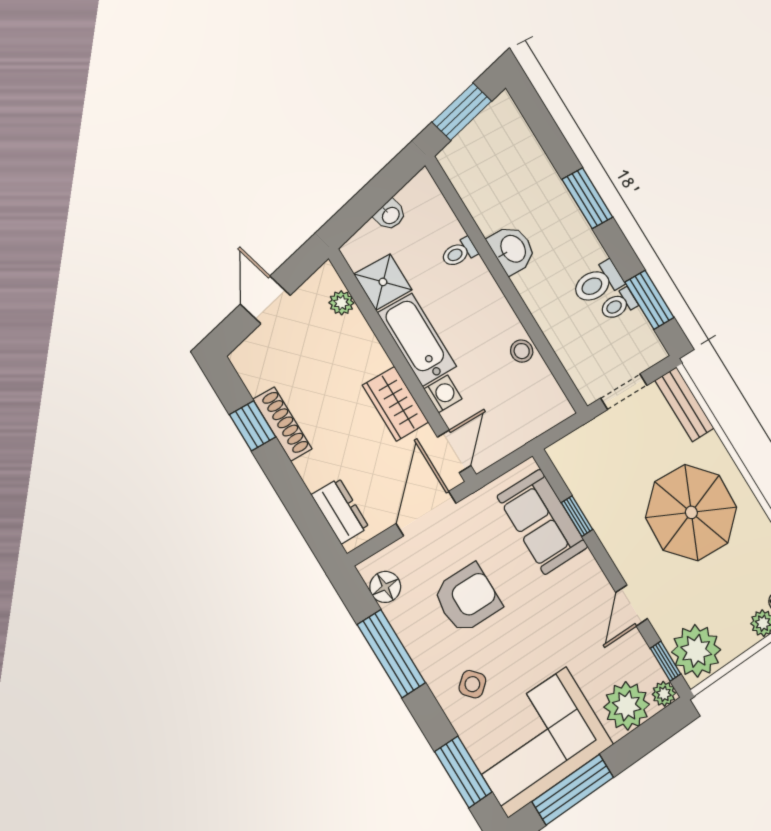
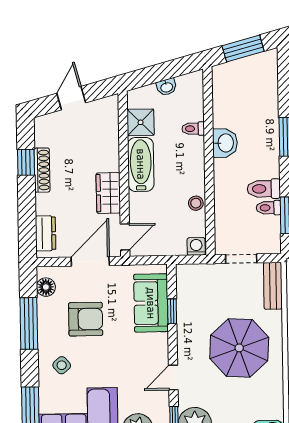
plant: (341, 303) -> (111, 122), removed
washing machine: (443, 394) -> (196, 246), moved, turned -90

